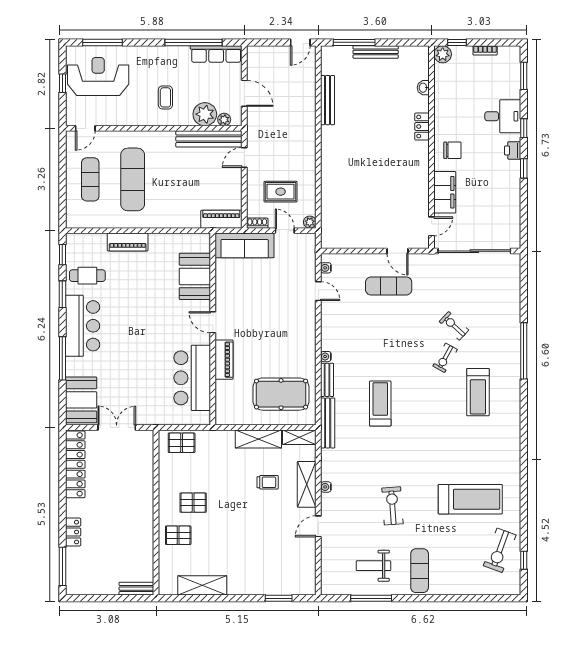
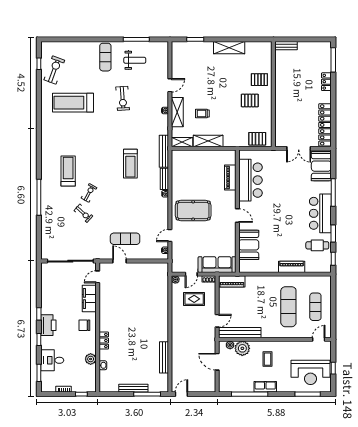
row of seats: (216, 54) -> (265, 387), moved, width x0.68
plant: (443, 54) -> (91, 359), moved
desk: (503, 116) -> (52, 360), moved
printer: (513, 150) -> (48, 325), width x1.87, depth x1.48
door: (285, 231) -> (191, 274), hinge flipped
door: (318, 291) -> (170, 235), hinge flipped
piano: (224, 360) -> (230, 177), moved
pool table: (281, 394) -> (193, 210), moved
shelving: (202, 585) -> (229, 48), moved

